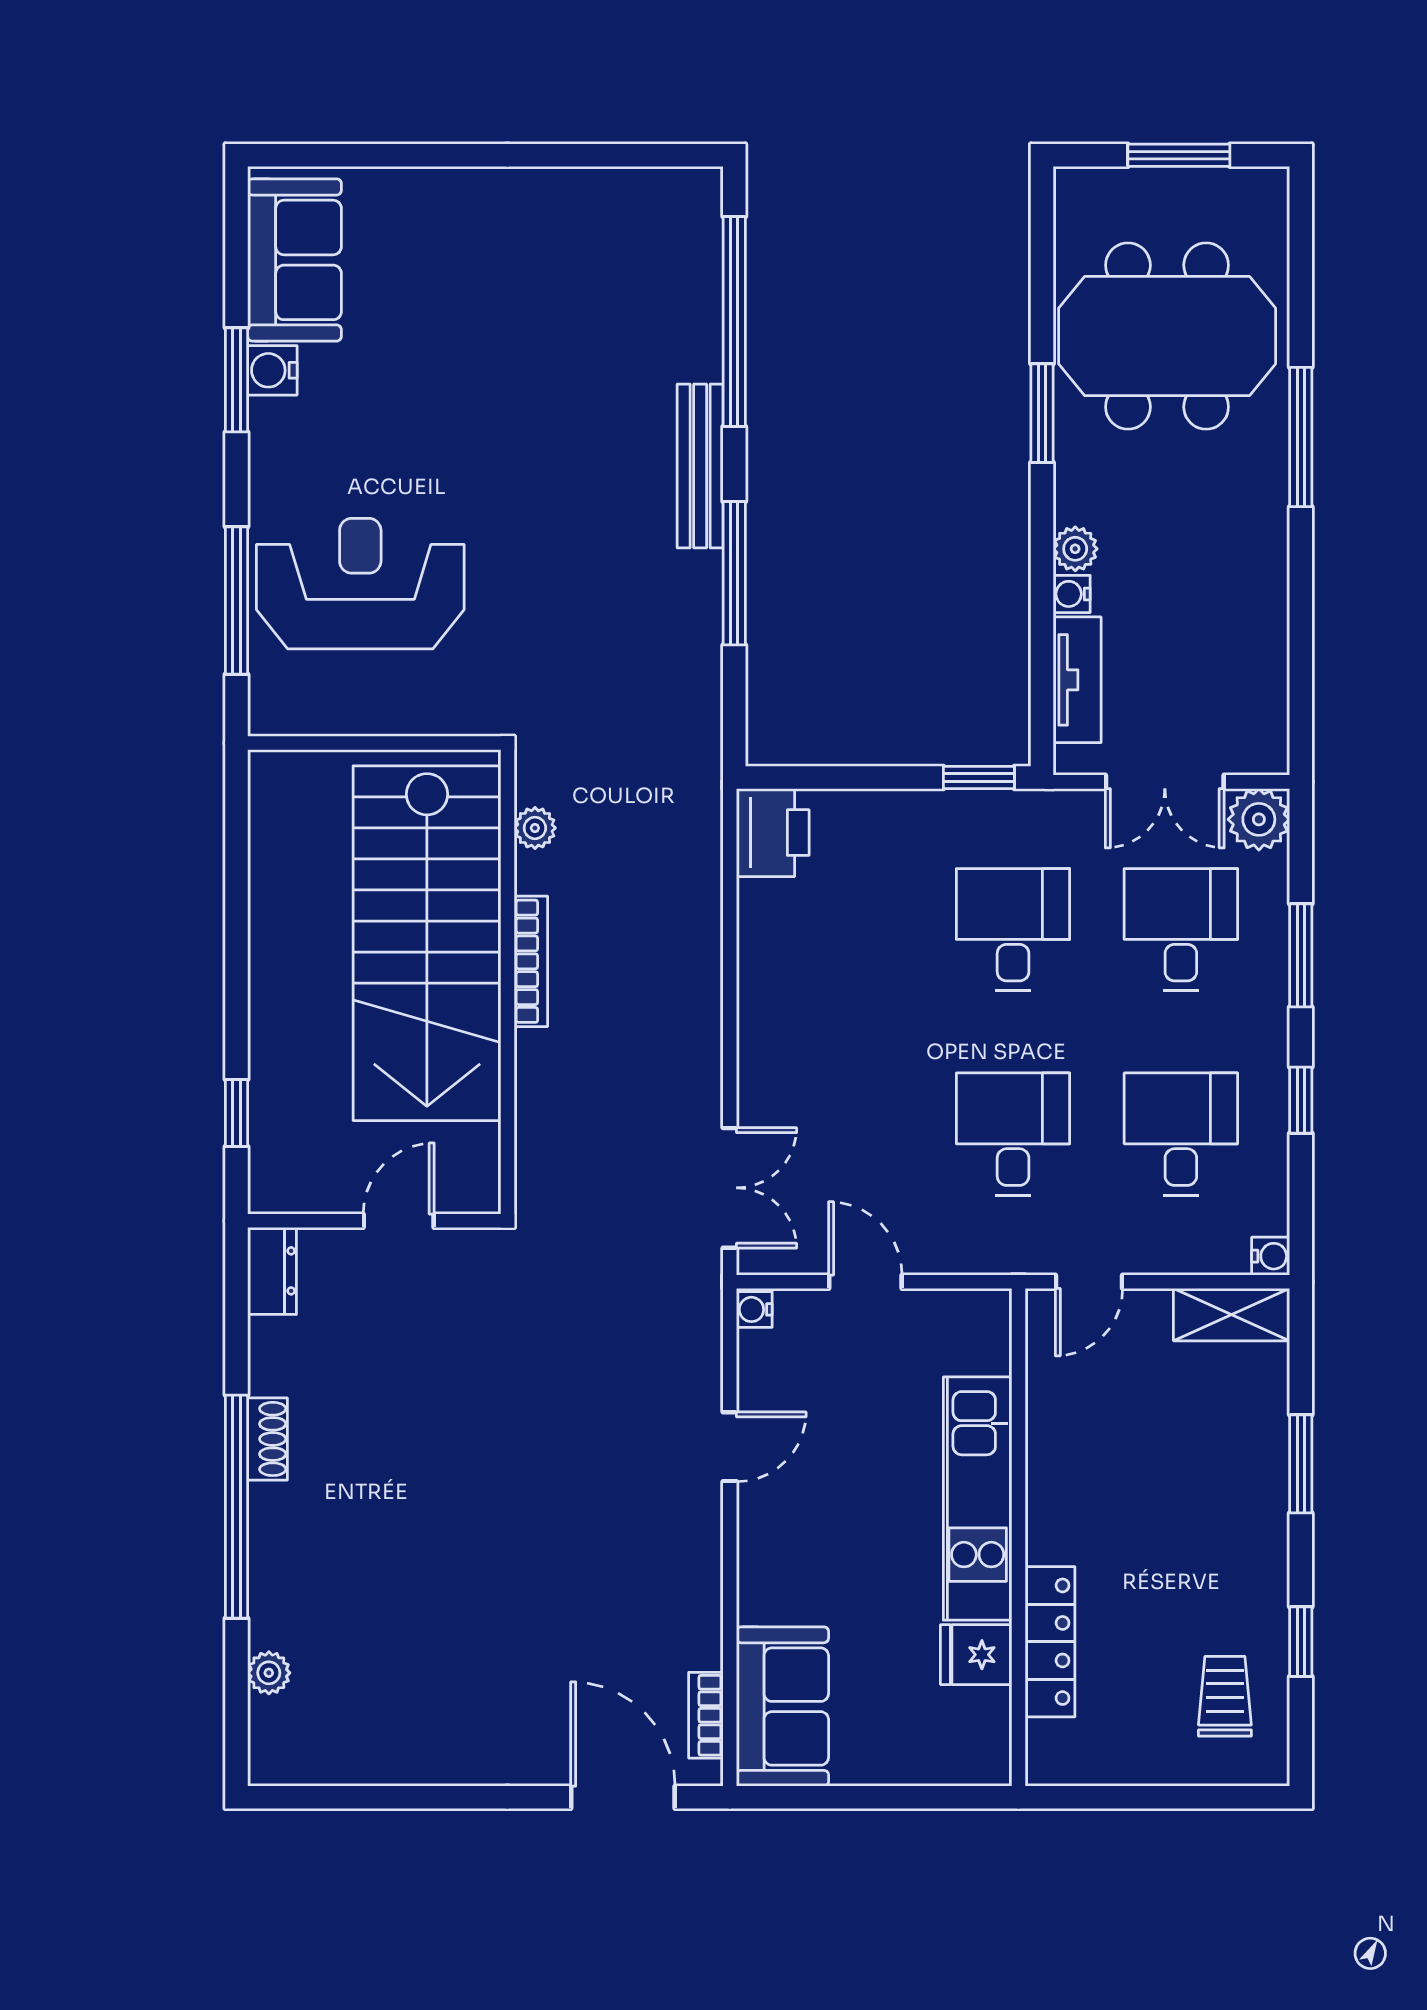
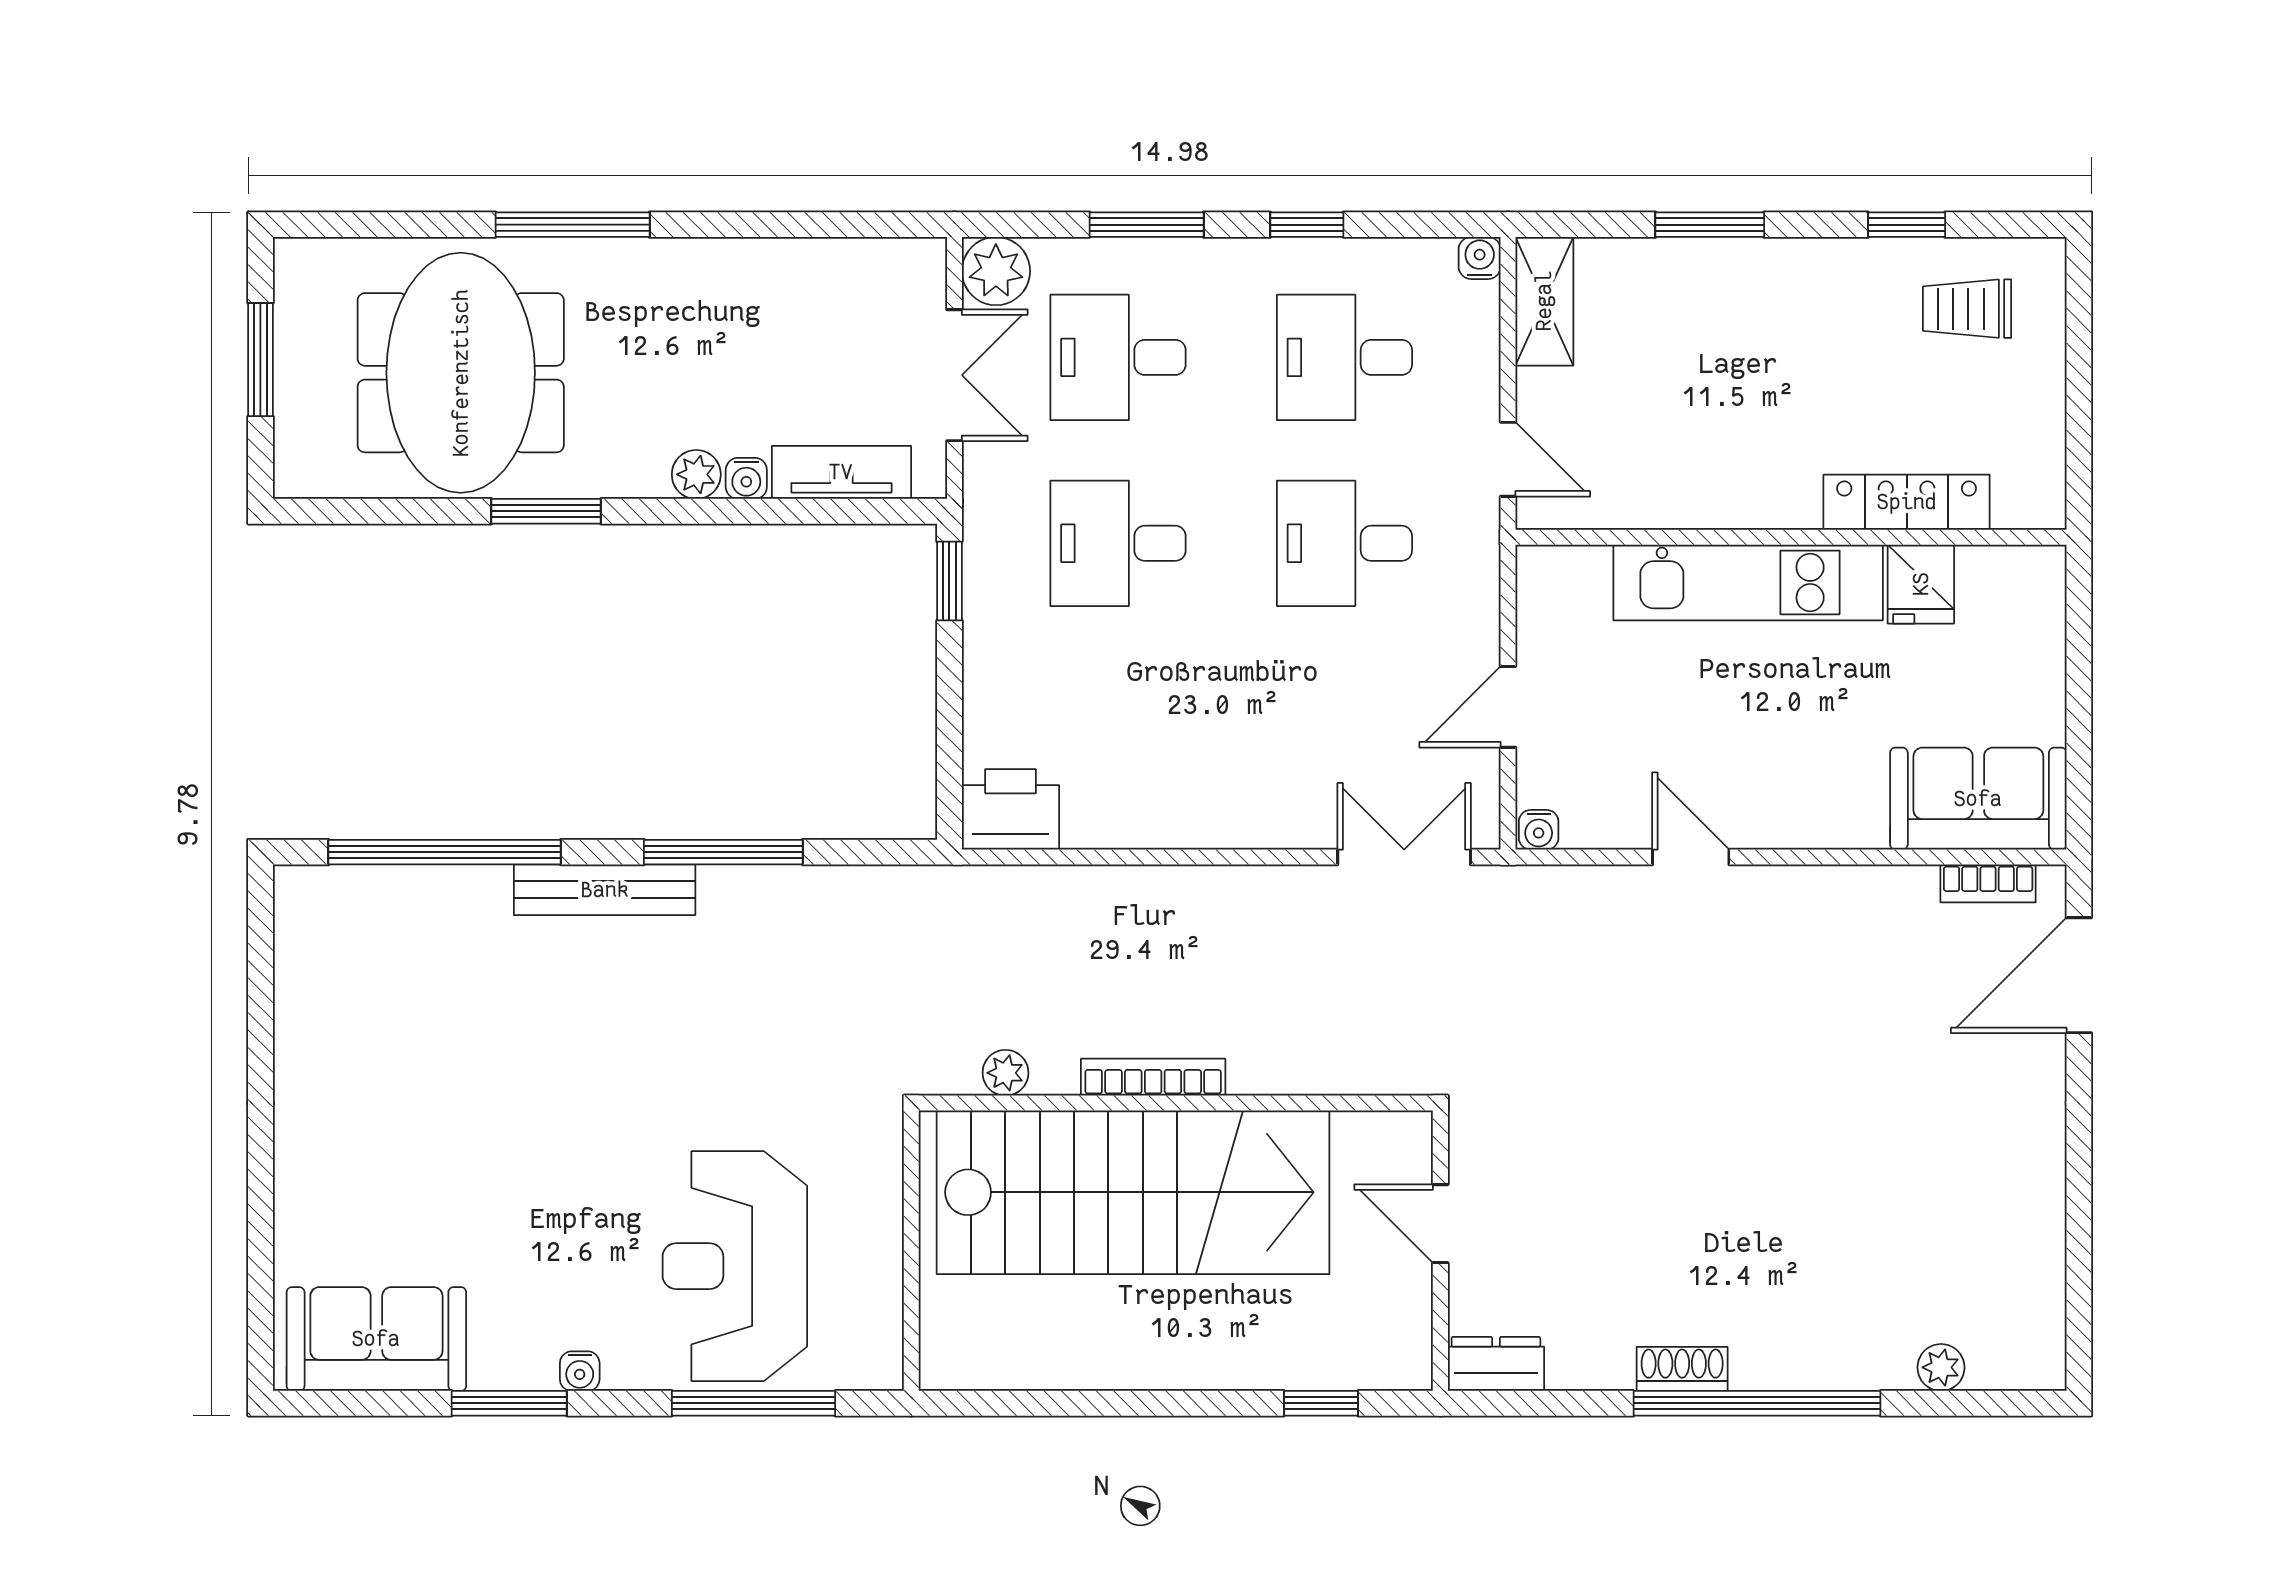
water cooler: (272, 370) -> (580, 1371), moved, width x0.72, depth x0.72

